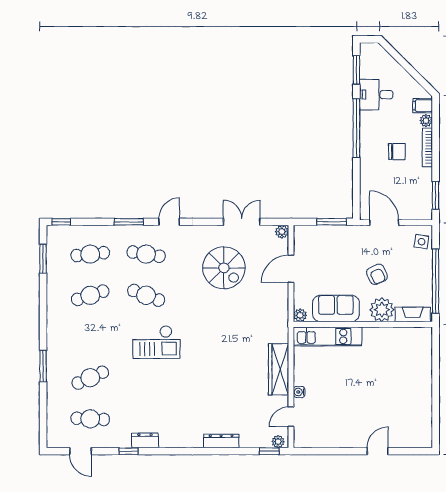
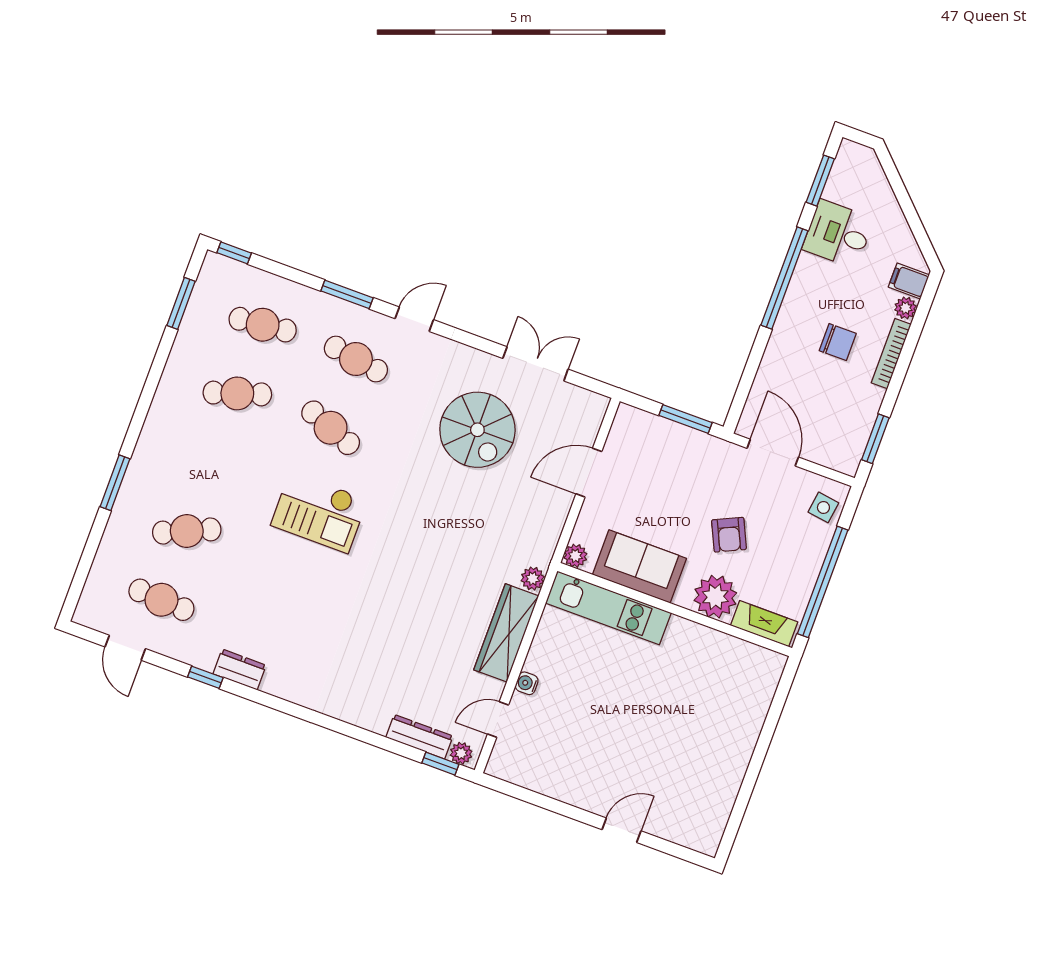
plant: (282, 232) -> (533, 579), moved
dresser: (221, 441) -> (419, 737), moved

